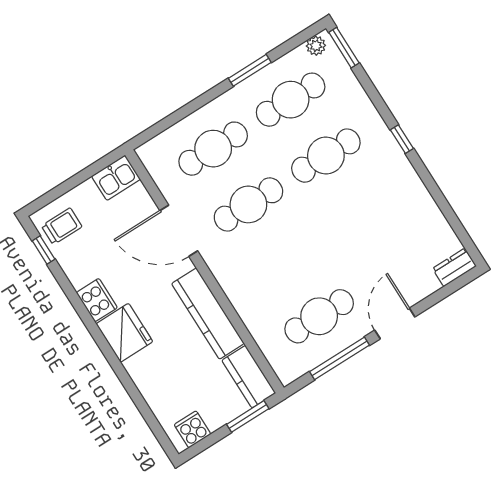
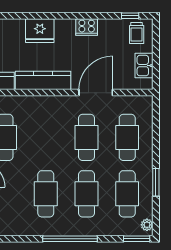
window: (402, 139) -> (70, 239), width x3.17
kitchen sink: (116, 178) -> (144, 66), moved
cafe table: (361, 211) -> (46, 194), added
fridge: (124, 333) -> (40, 31), moved

